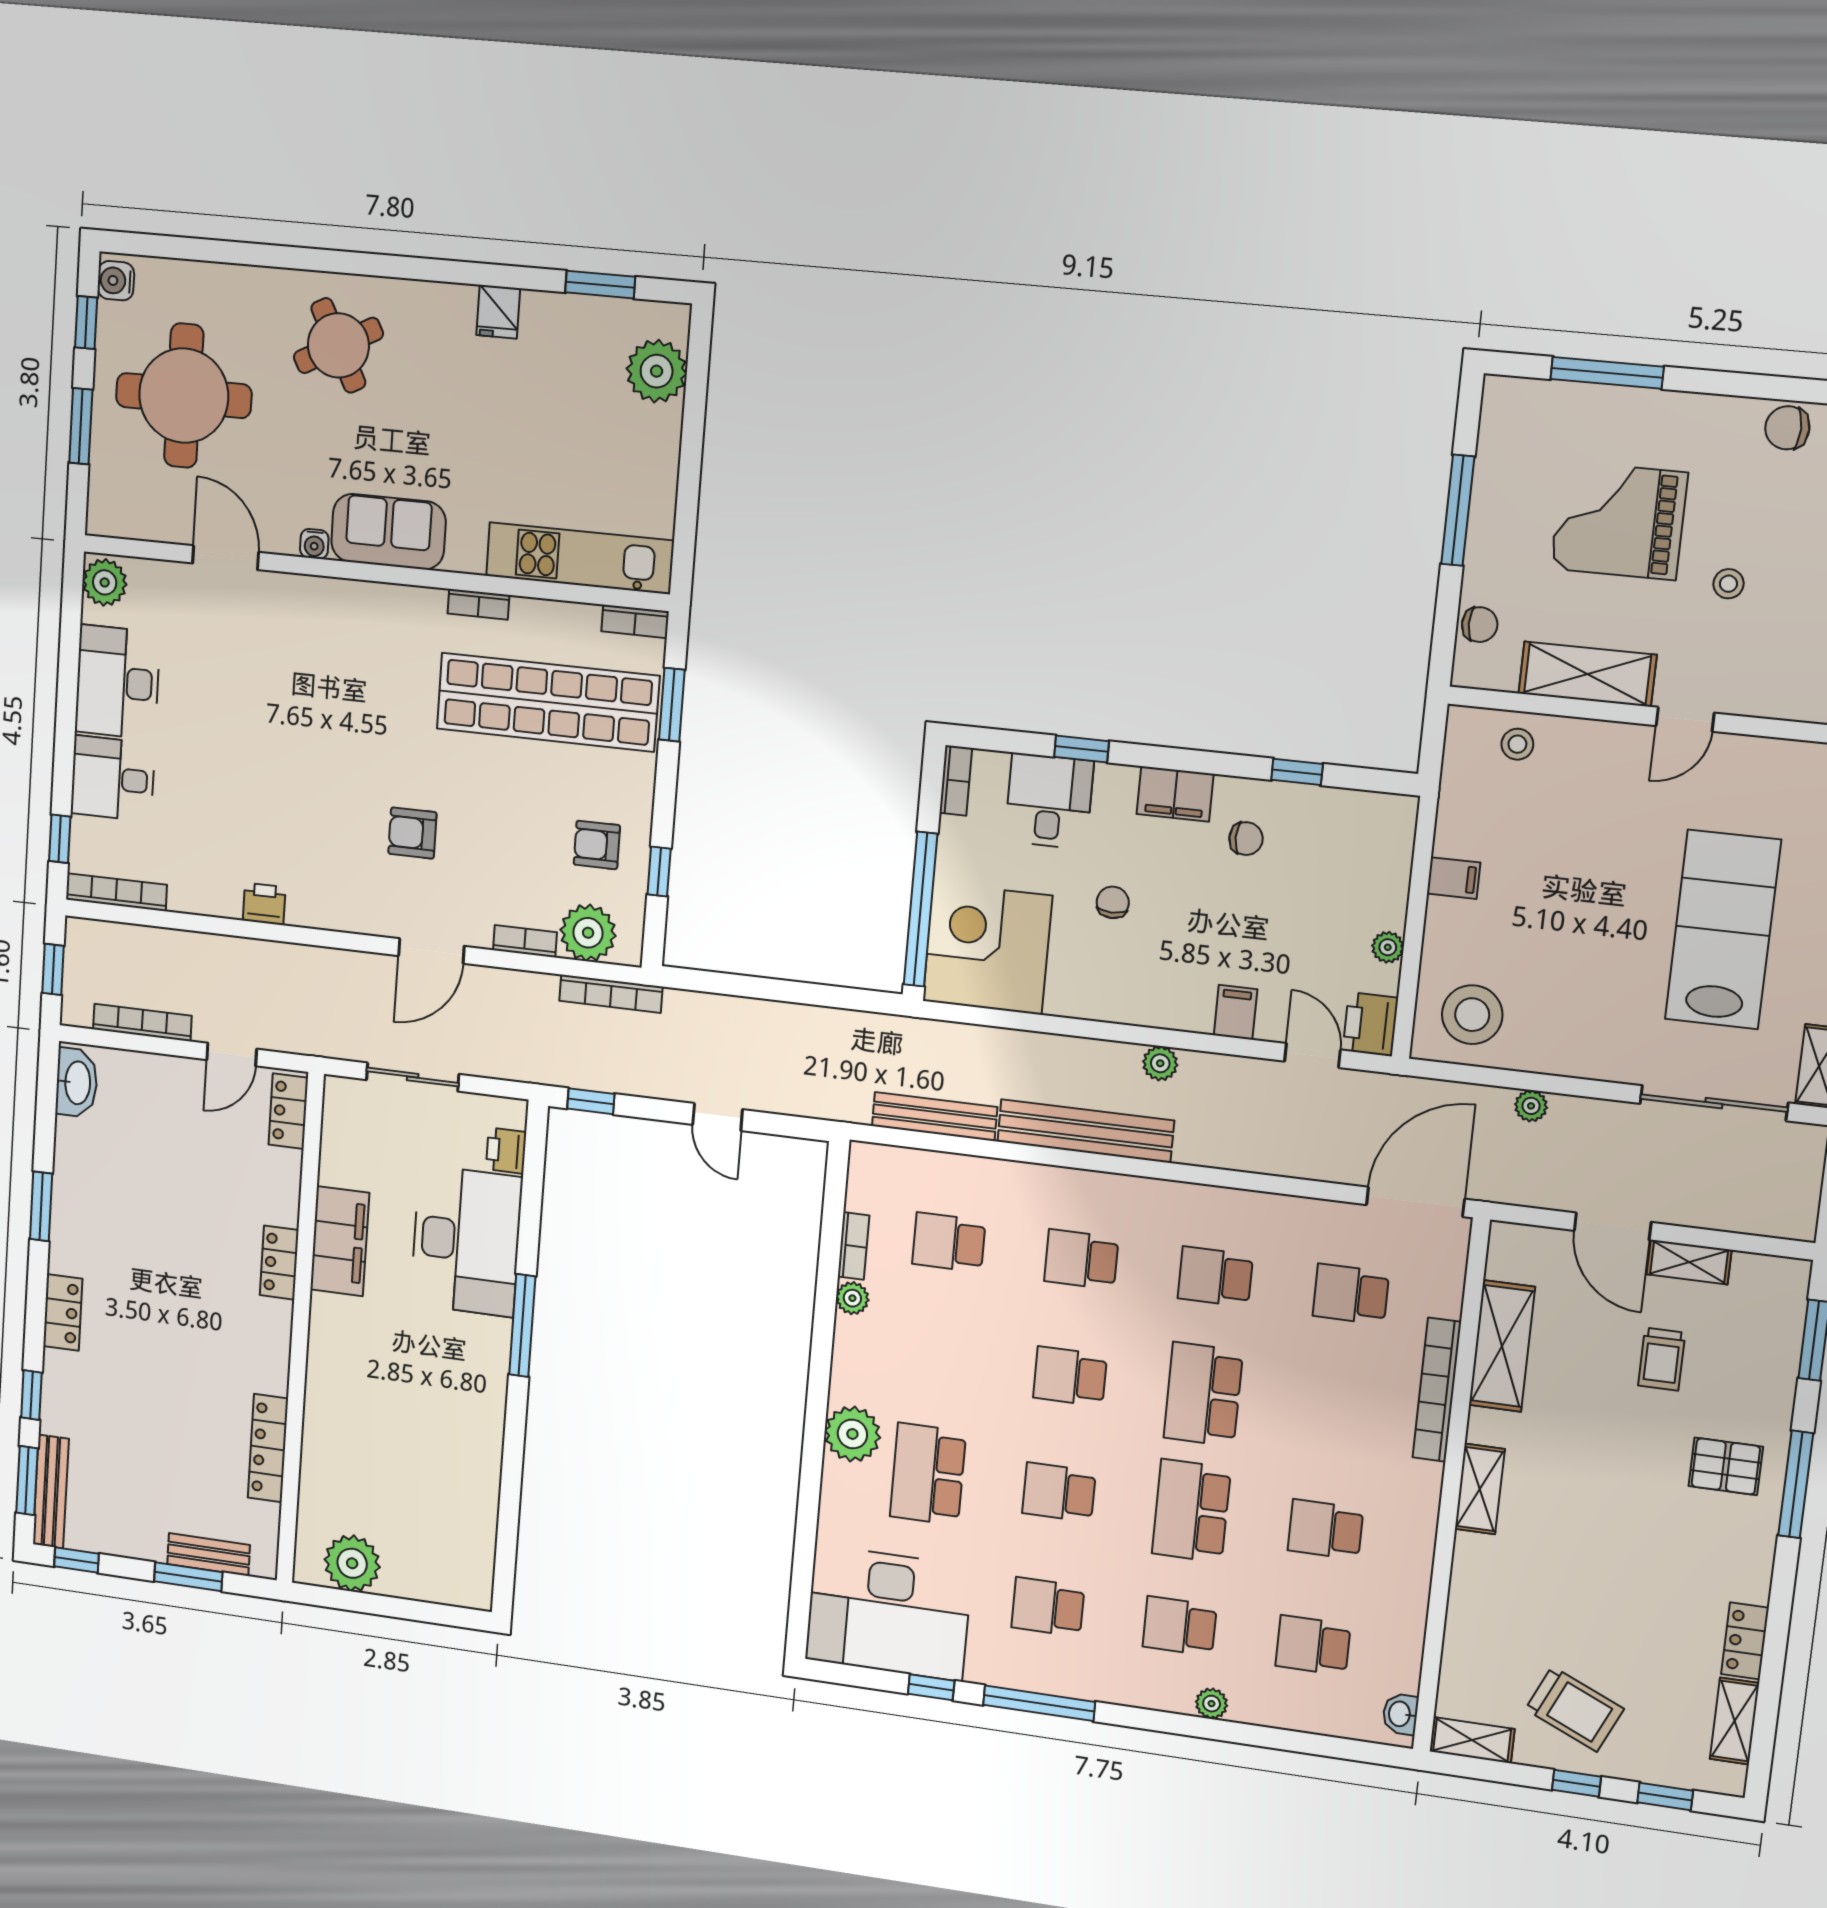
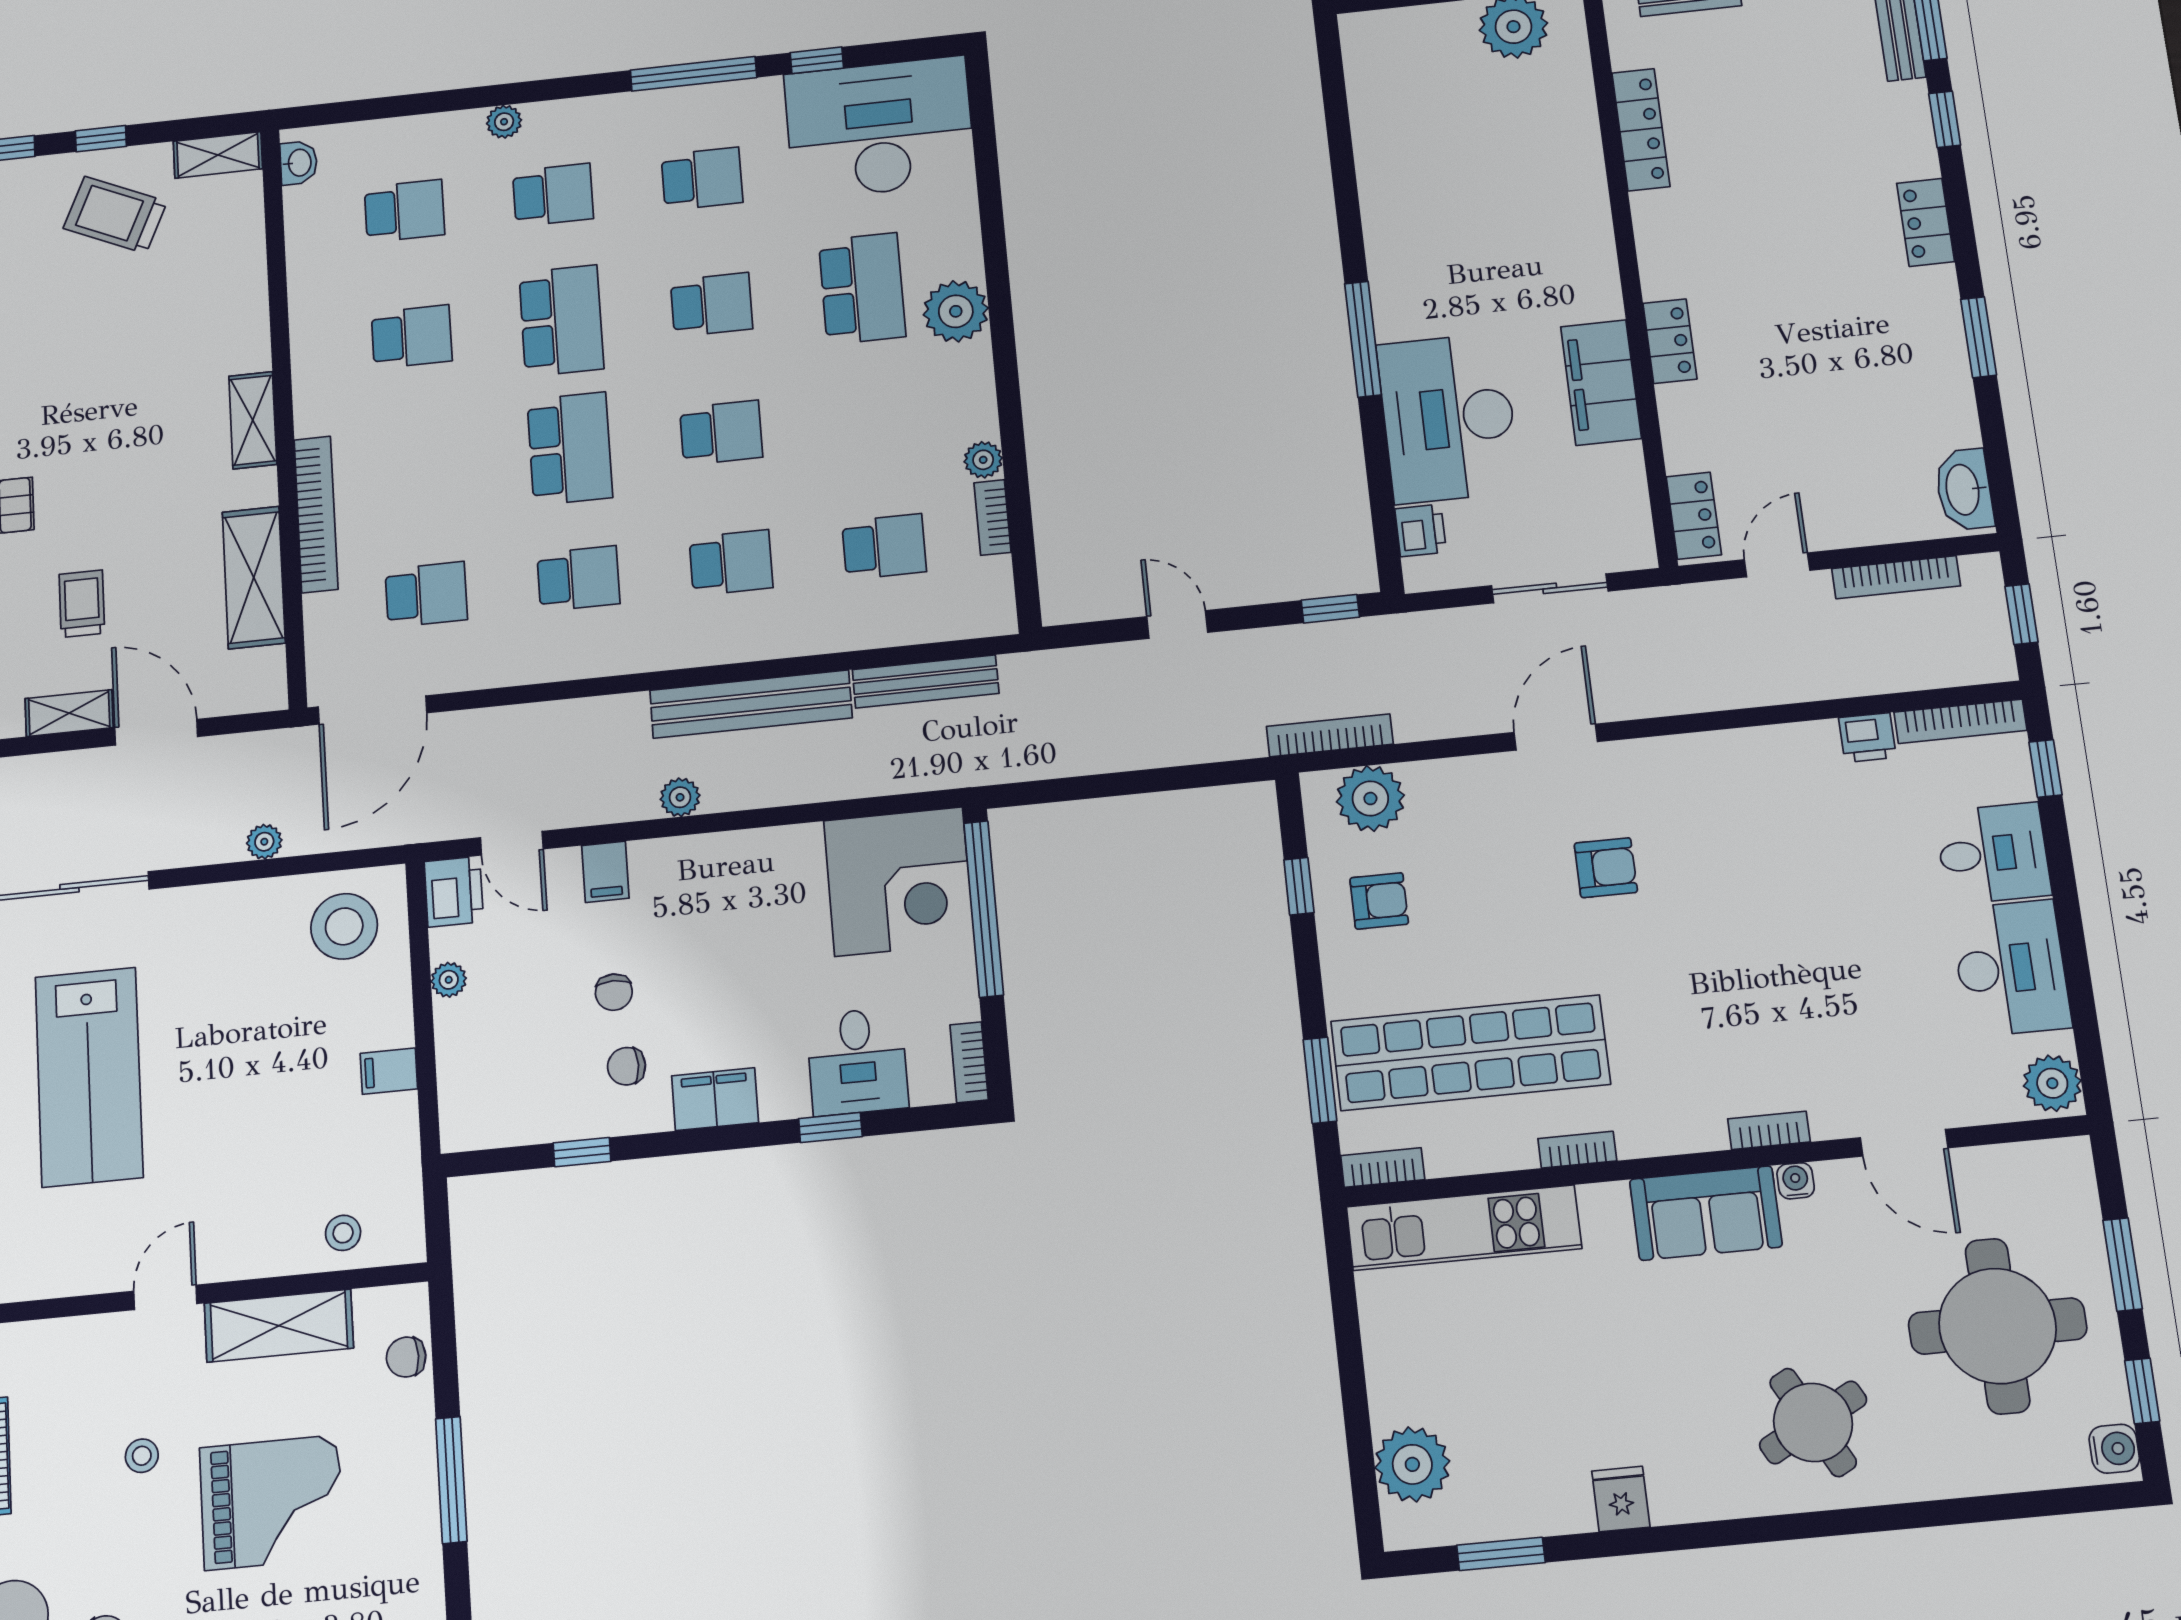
chair: (1113, 902) -> (614, 992), moved
printer: (264, 904) -> (1867, 738), moved
bookcase: (525, 941) -> (1769, 1130), moved, turned 180

